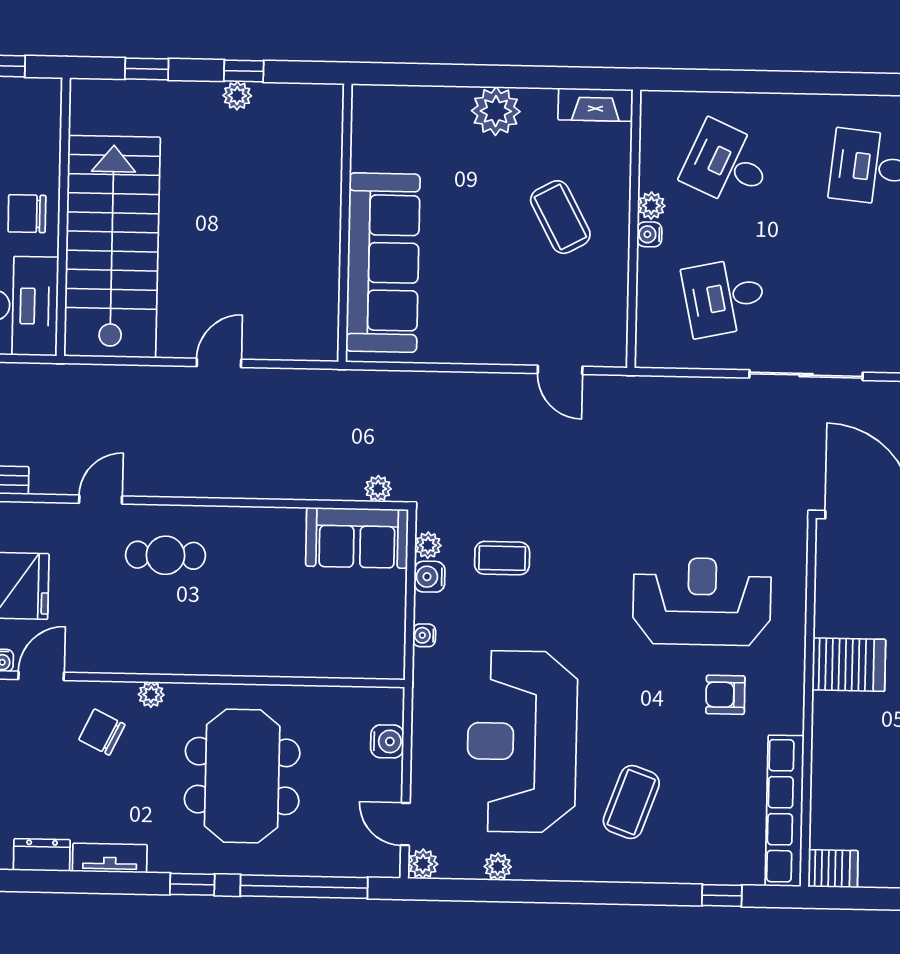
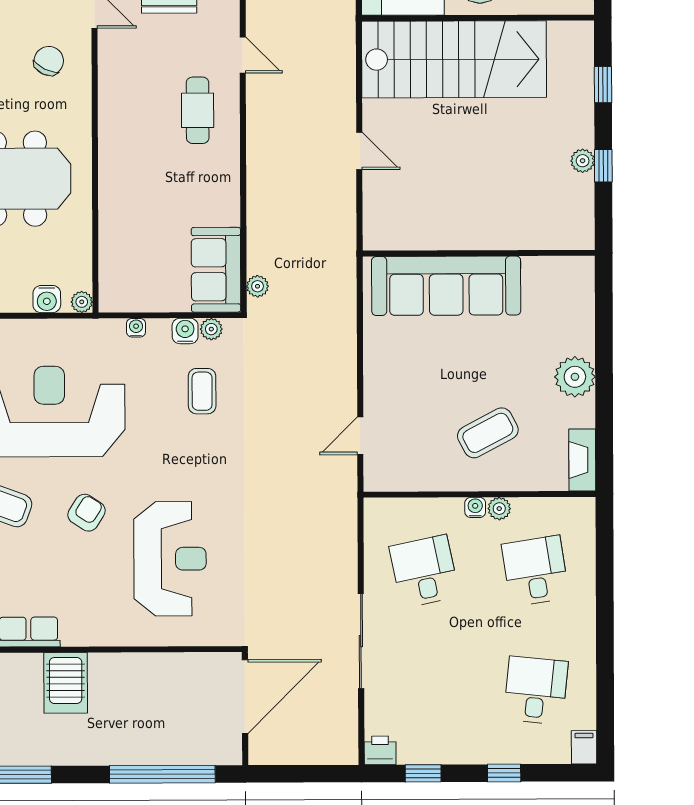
desk: (727, 164) -> (535, 571), turned -33
server rack: (849, 665) -> (66, 683), moved
plant: (151, 695) -> (82, 302), moved
armchair: (725, 695) -> (87, 513), moved, turned 33

